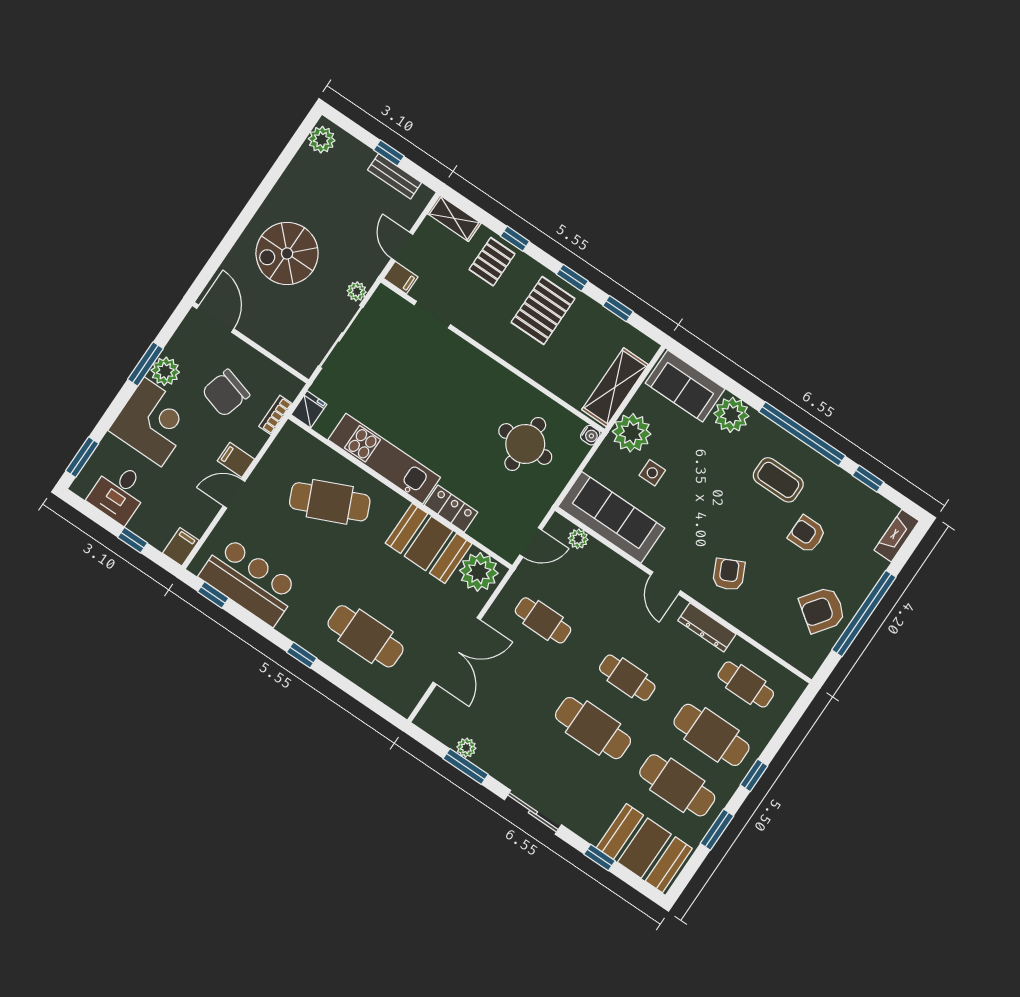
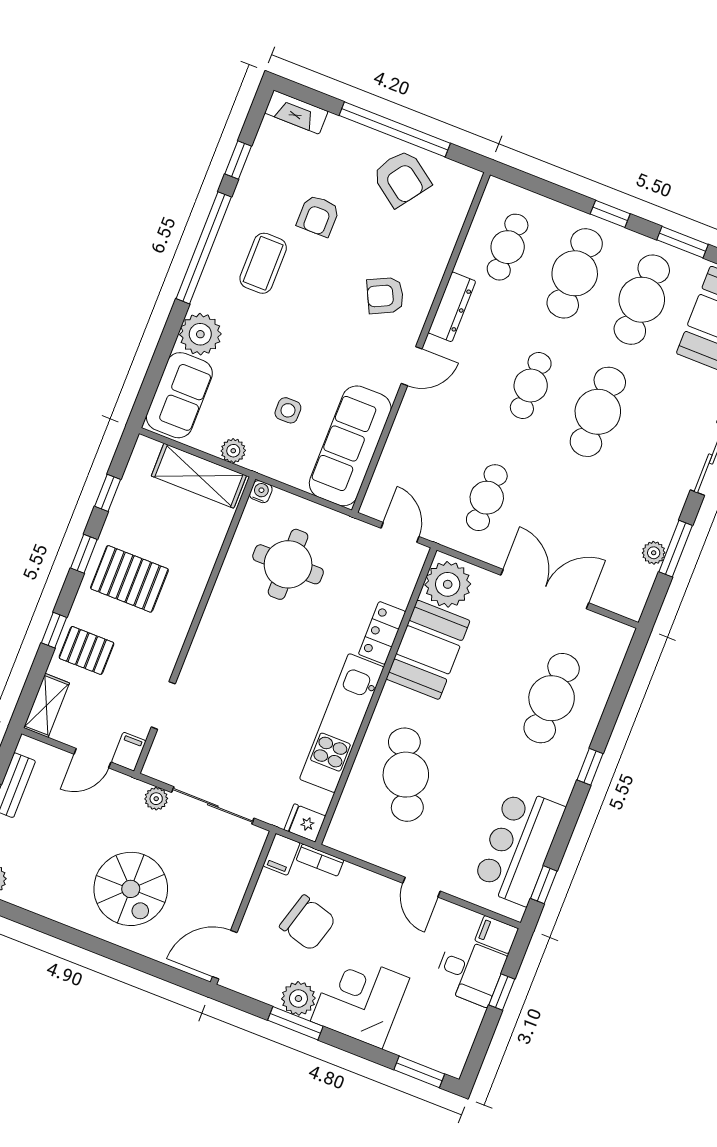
plant: (632, 433) -> (233, 451), width x0.53, depth x0.53
filing cabinet: (236, 460) -> (281, 854), moved
desk: (119, 493) -> (470, 971), moved
plant: (578, 539) -> (384, 479), removed

